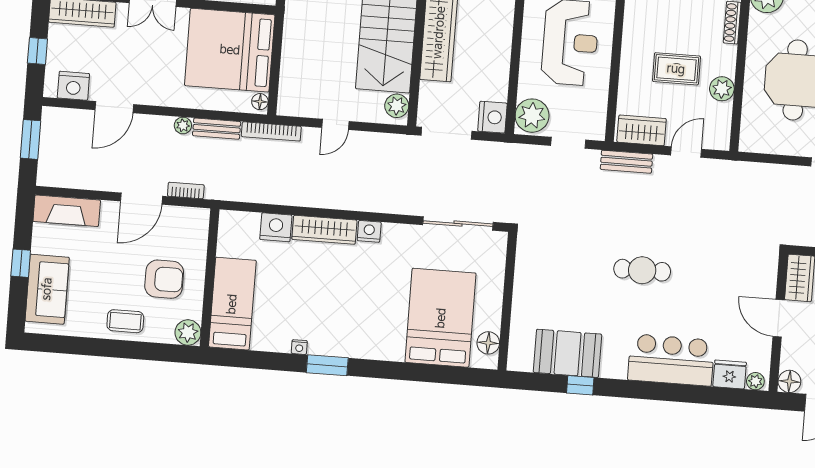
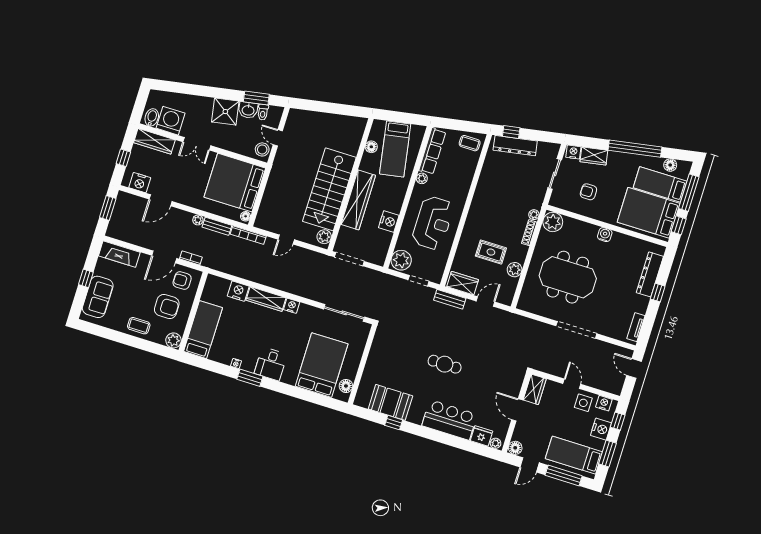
nightstand: (492, 117) -> (389, 222), moved
armchair: (180, 231) -> (182, 281), added
desk: (356, 335) -> (271, 364), added

